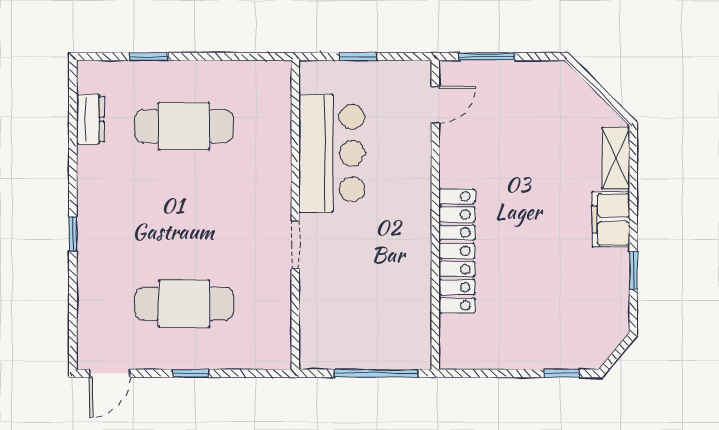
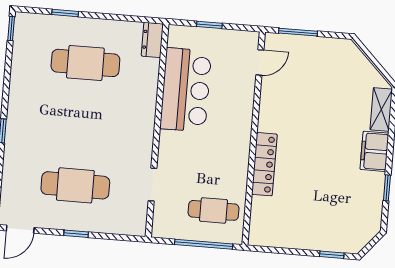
window: (73, 85) -> (11, 29), added
dresser: (90, 119) -> (152, 40), moved, turned 180
doorway: (295, 245) -> (153, 184), moved
locker: (457, 251) -> (264, 164), width x0.71, depth x0.83
cafe table: (386, 323) -> (214, 210), added

